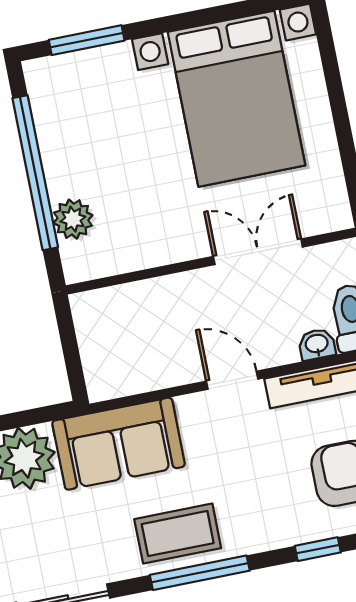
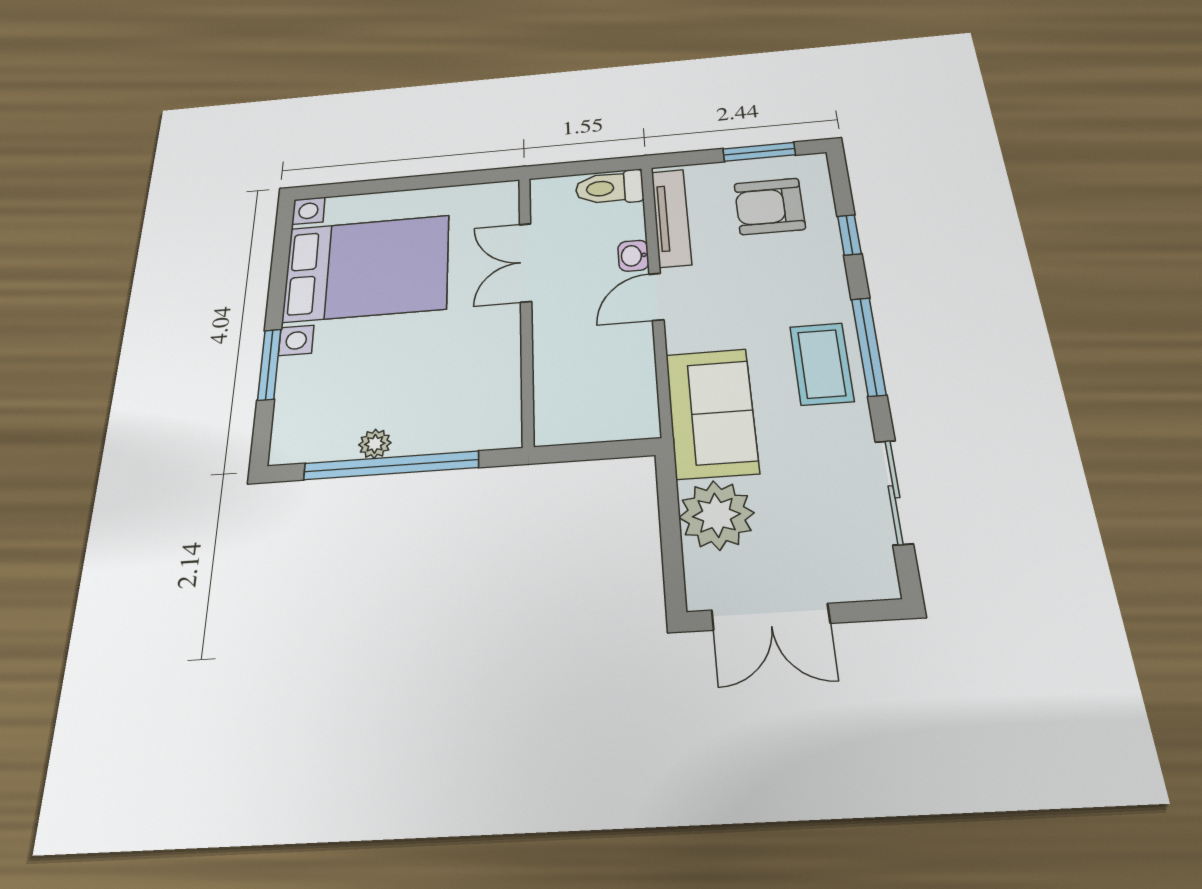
window: (87, 40) -> (269, 365), moved
plant: (73, 219) -> (375, 444), moved, width x0.73, depth x0.73
washbasin: (317, 344) -> (633, 256), moved

